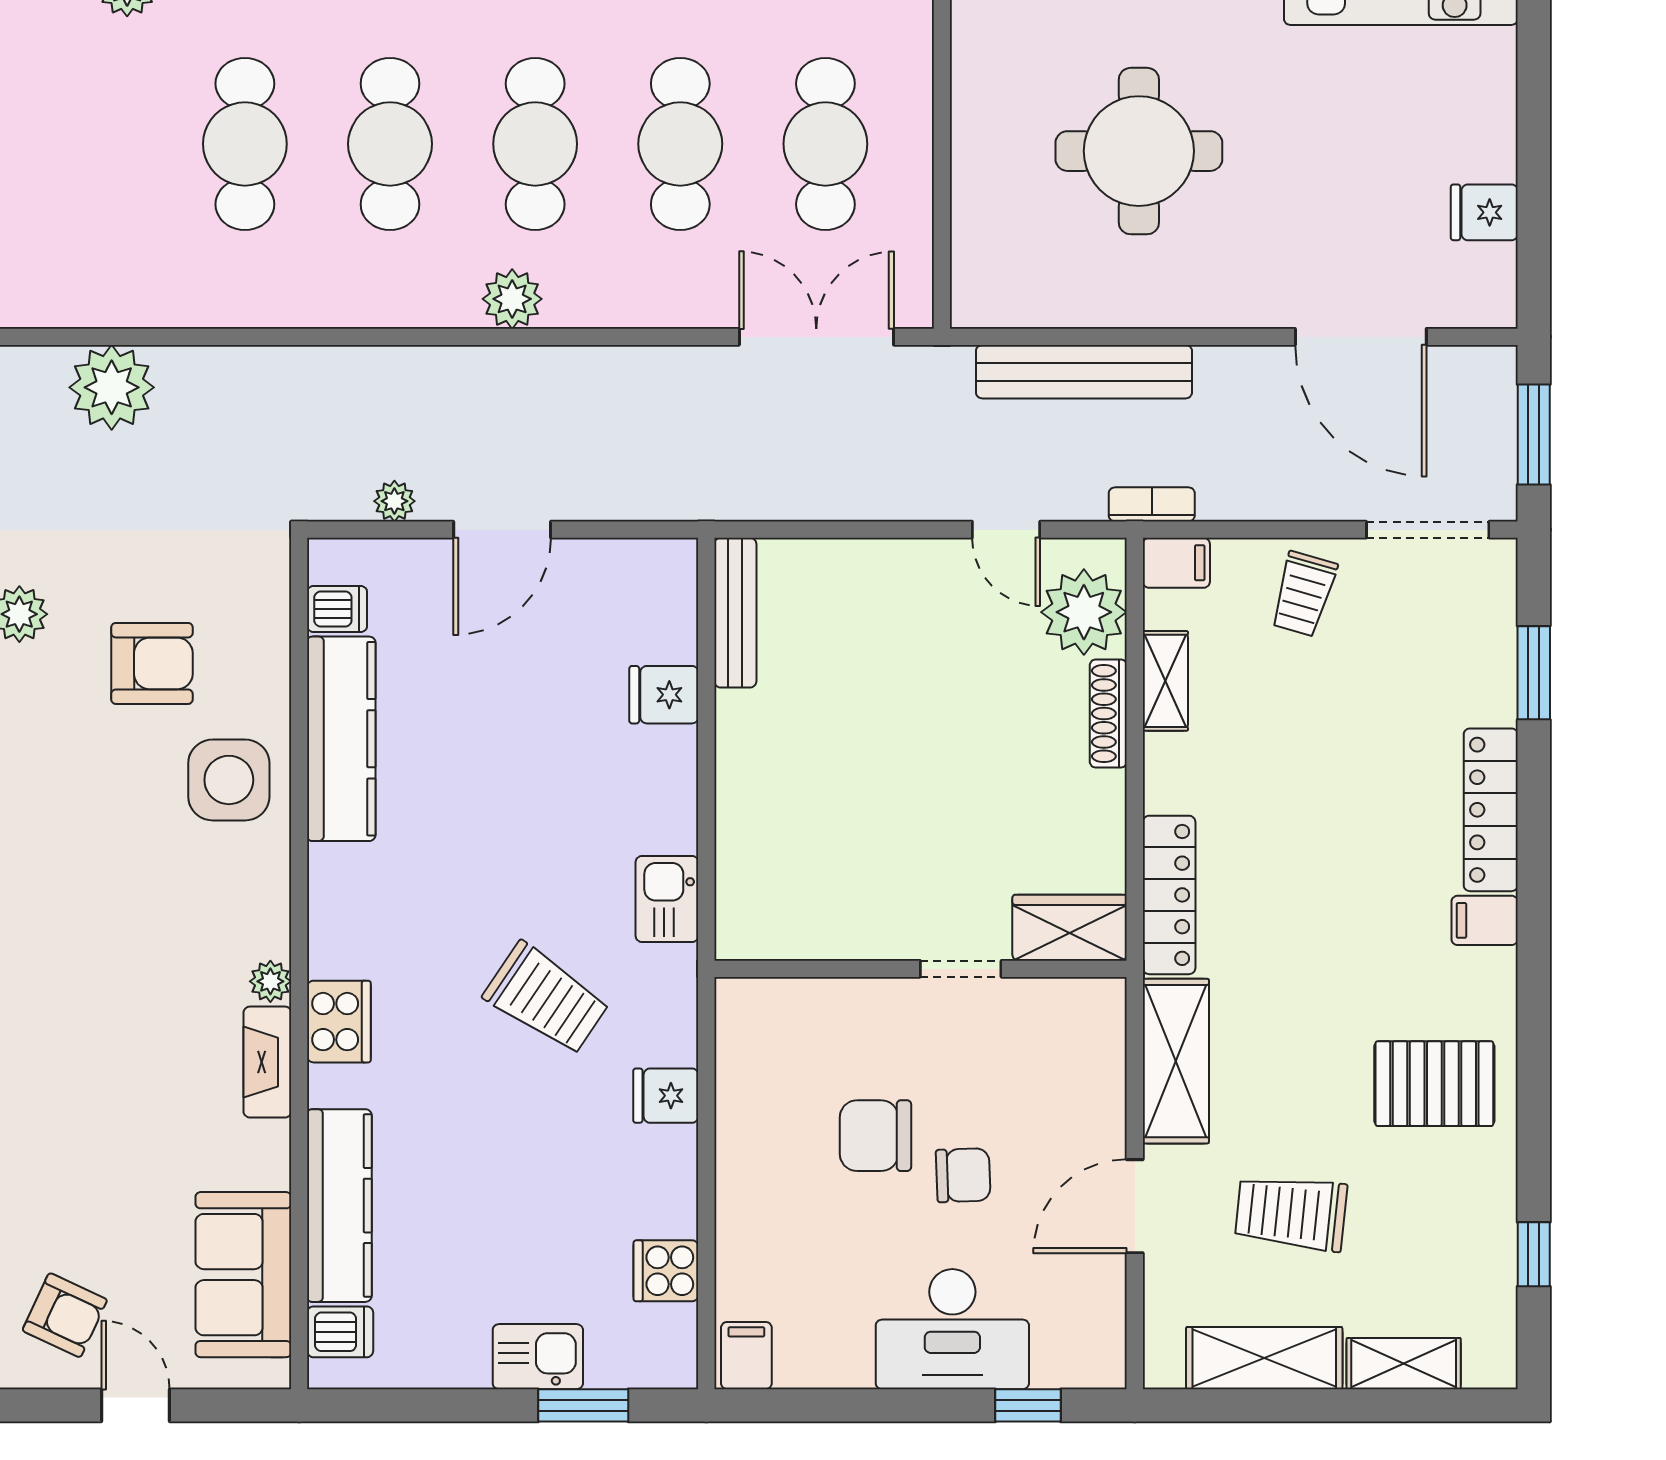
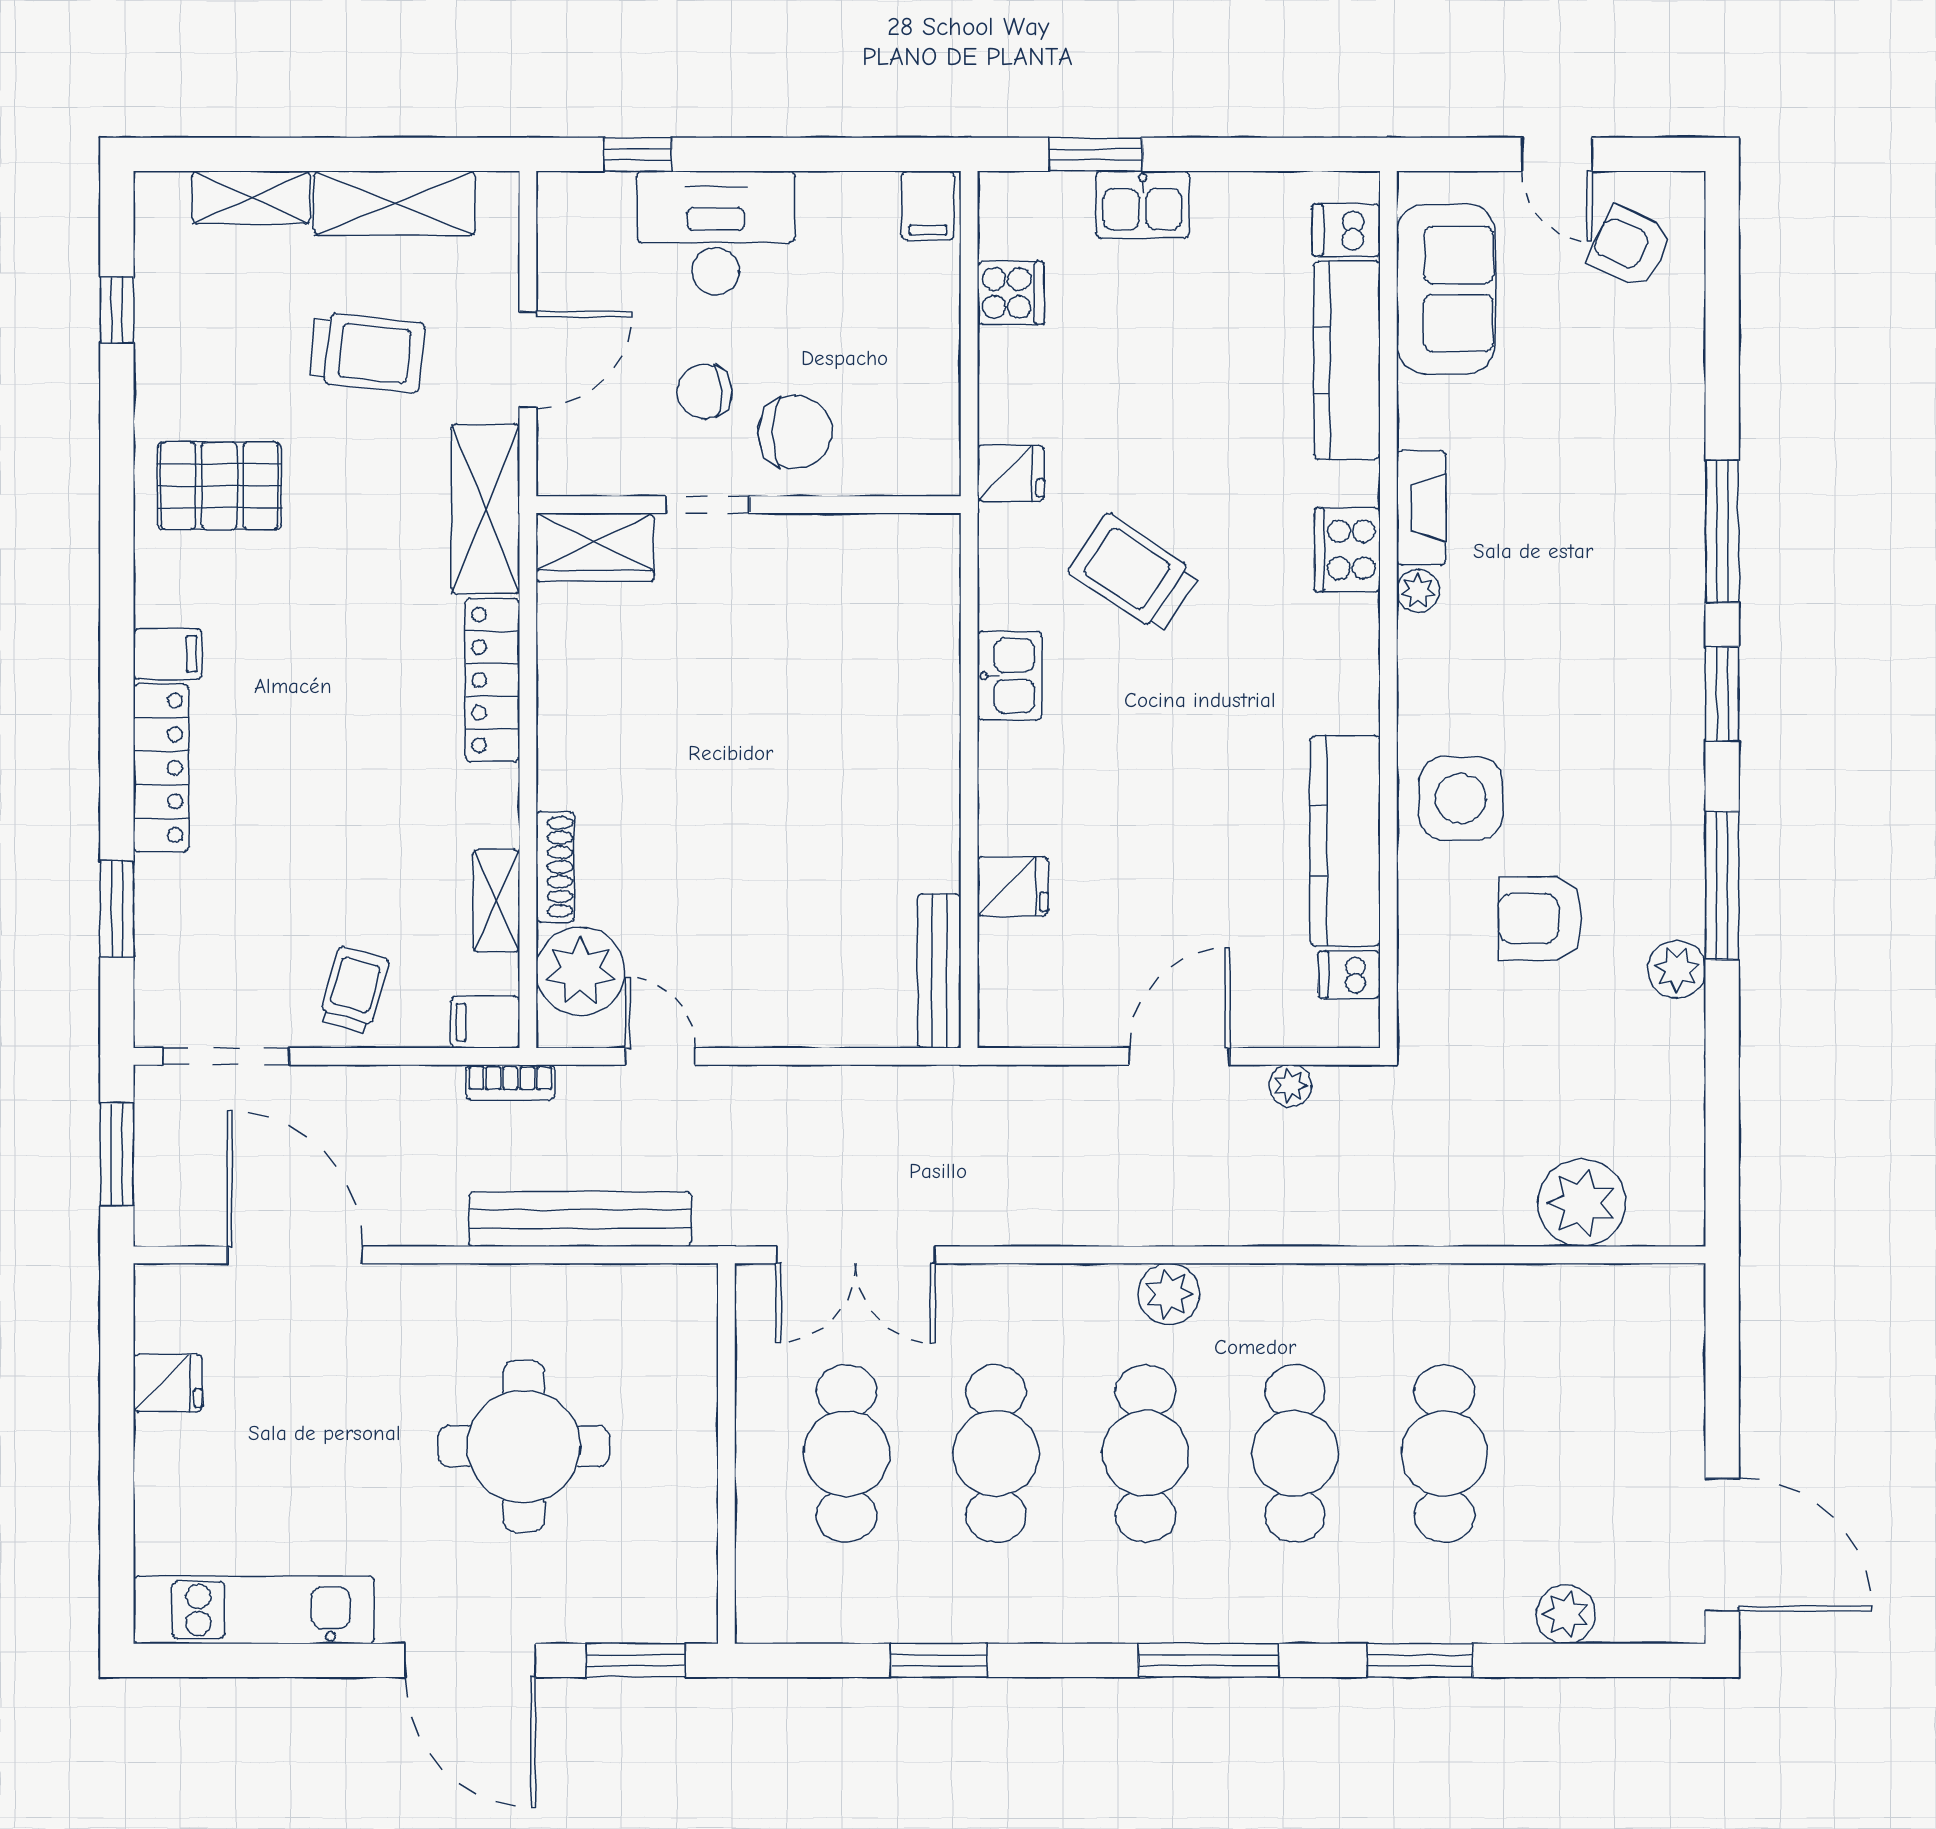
wardrobe: (1070, 928) -> (595, 547), moved
wall: (921, 969) -> (748, 505), moved
doorway: (961, 969) -> (707, 505), moved

